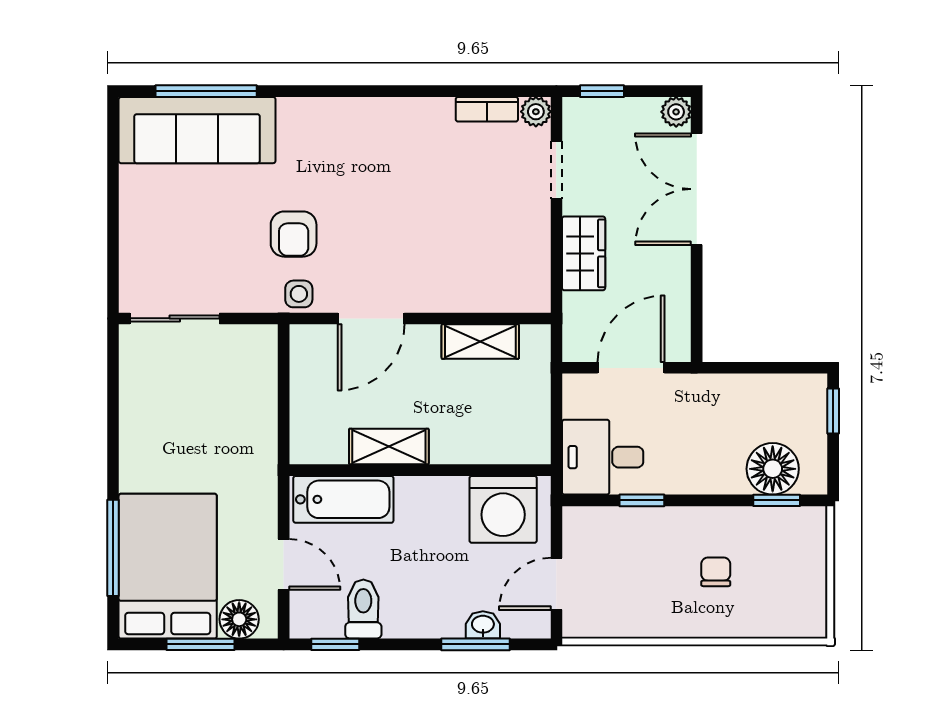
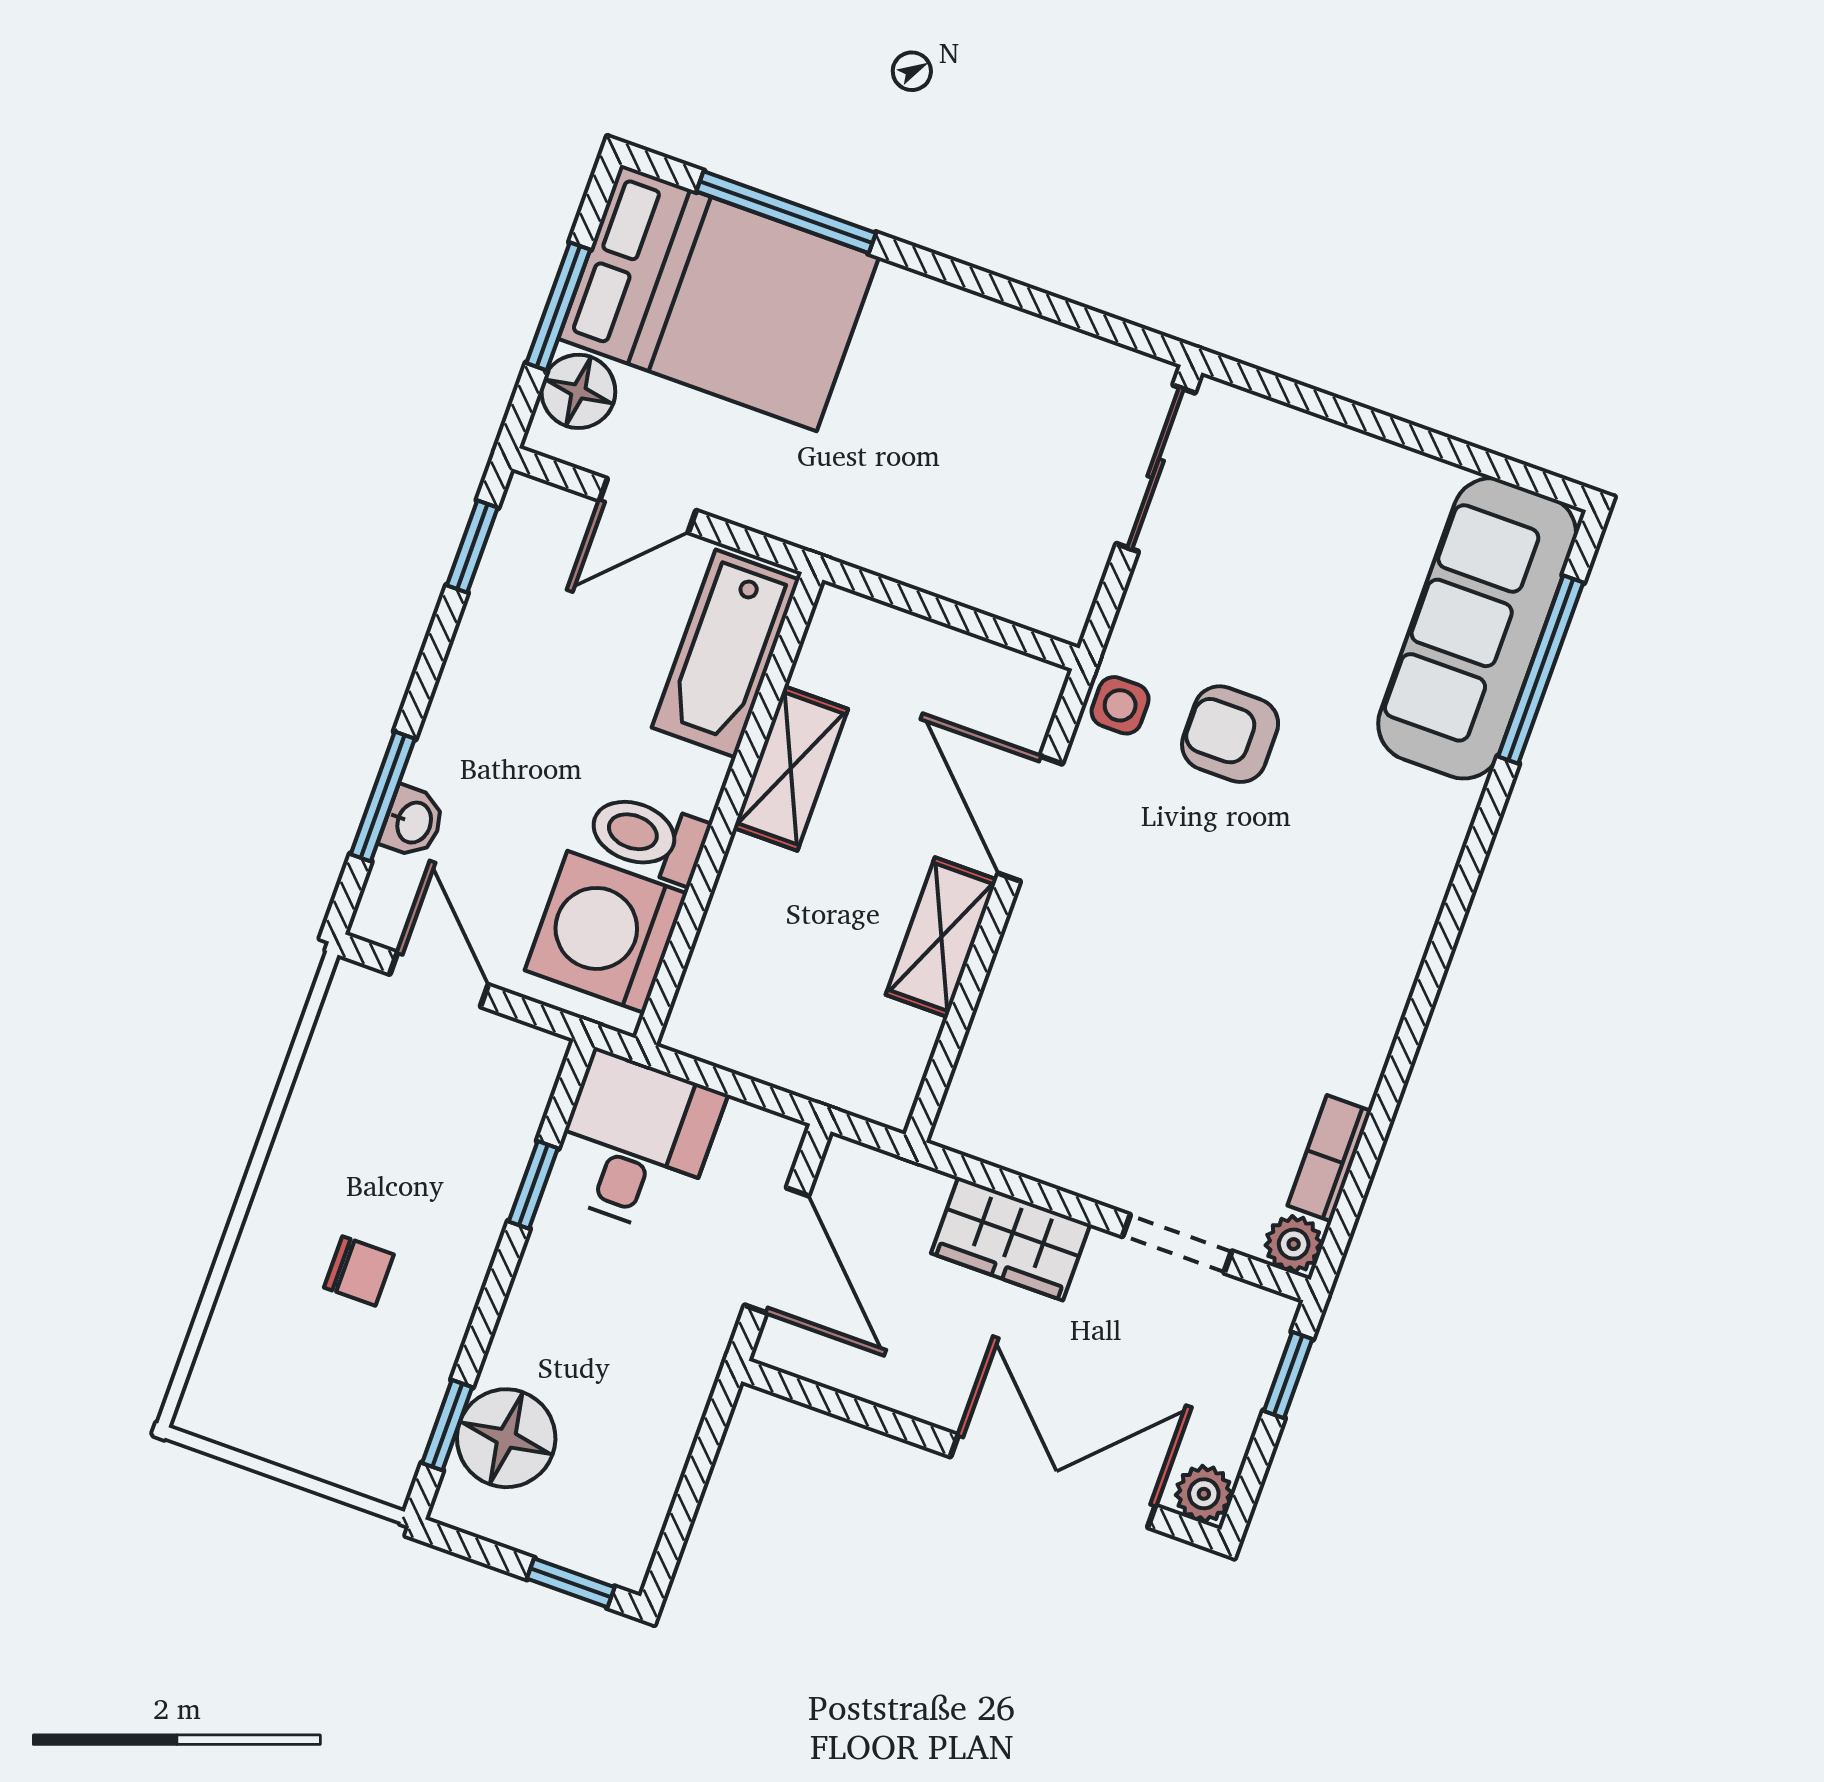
shelving: (480, 342) -> (941, 937), moved
toilet: (363, 609) -> (648, 837), moved, turned 180

